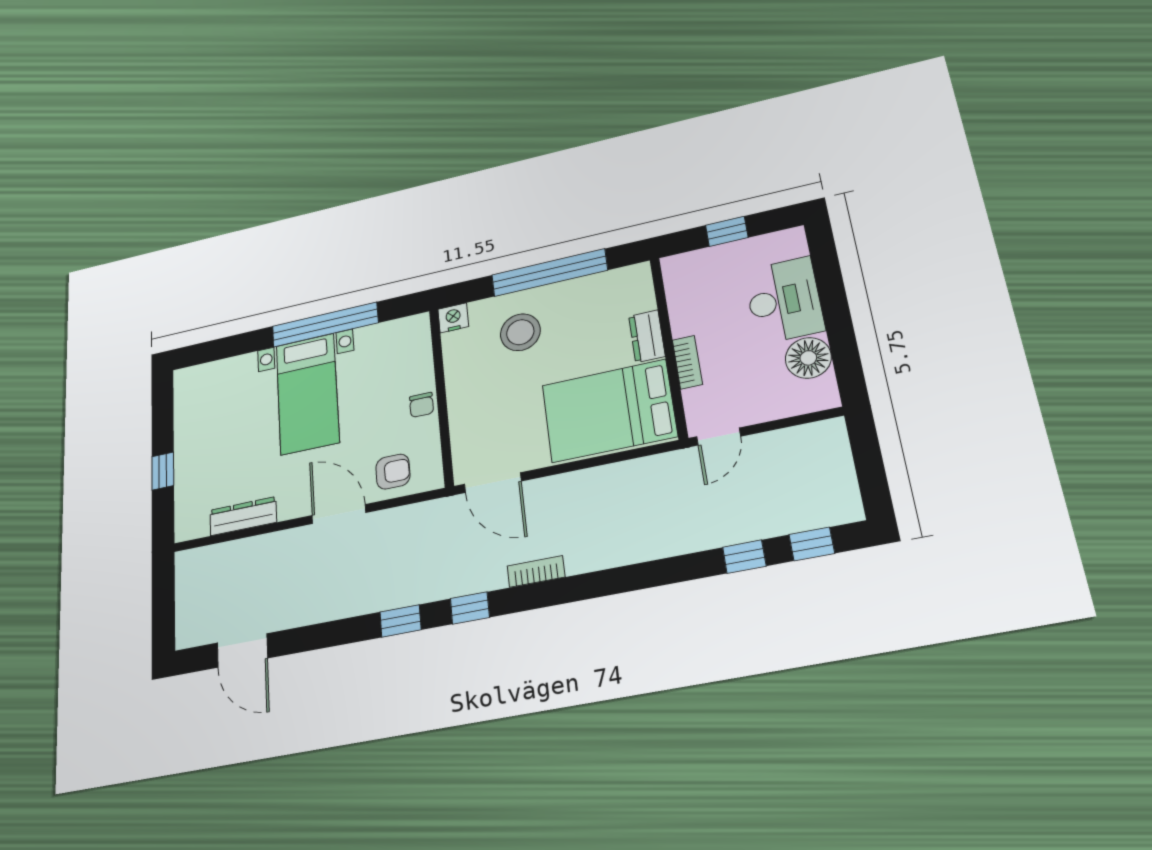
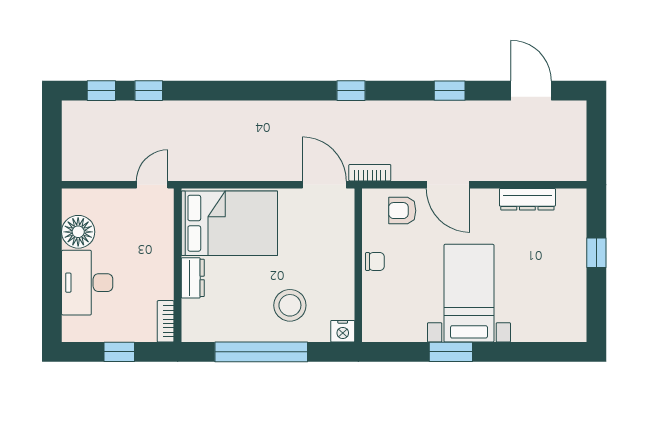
window: (325, 325) -> (451, 352), width x0.47
bookcase: (687, 362) -> (166, 321), moved
chair: (422, 405) -> (375, 261), turned 90
bookcase: (536, 571) -> (370, 173), moved, turned 180
window: (400, 621) -> (450, 91), moved

